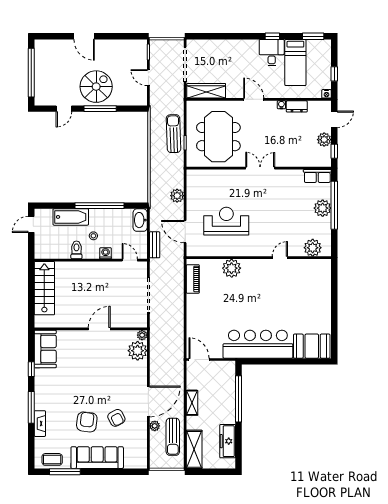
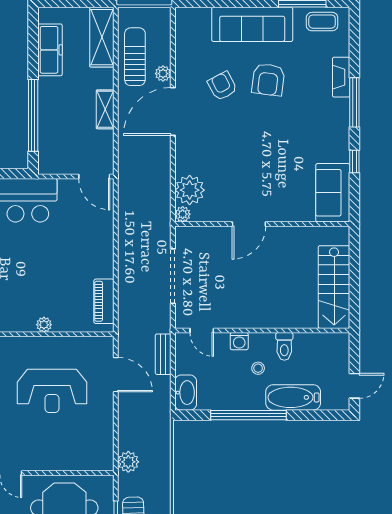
plant: (177, 196) -> (128, 462), moved
plant: (232, 268) -> (44, 325), width x0.53, depth x0.53

